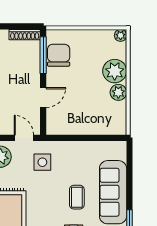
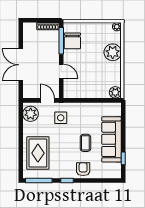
chair: (59, 55) -> (72, 41), turned 180
plant: (118, 92) -> (115, 92), moved
door: (43, 97) -> (61, 71), hinge flipped

